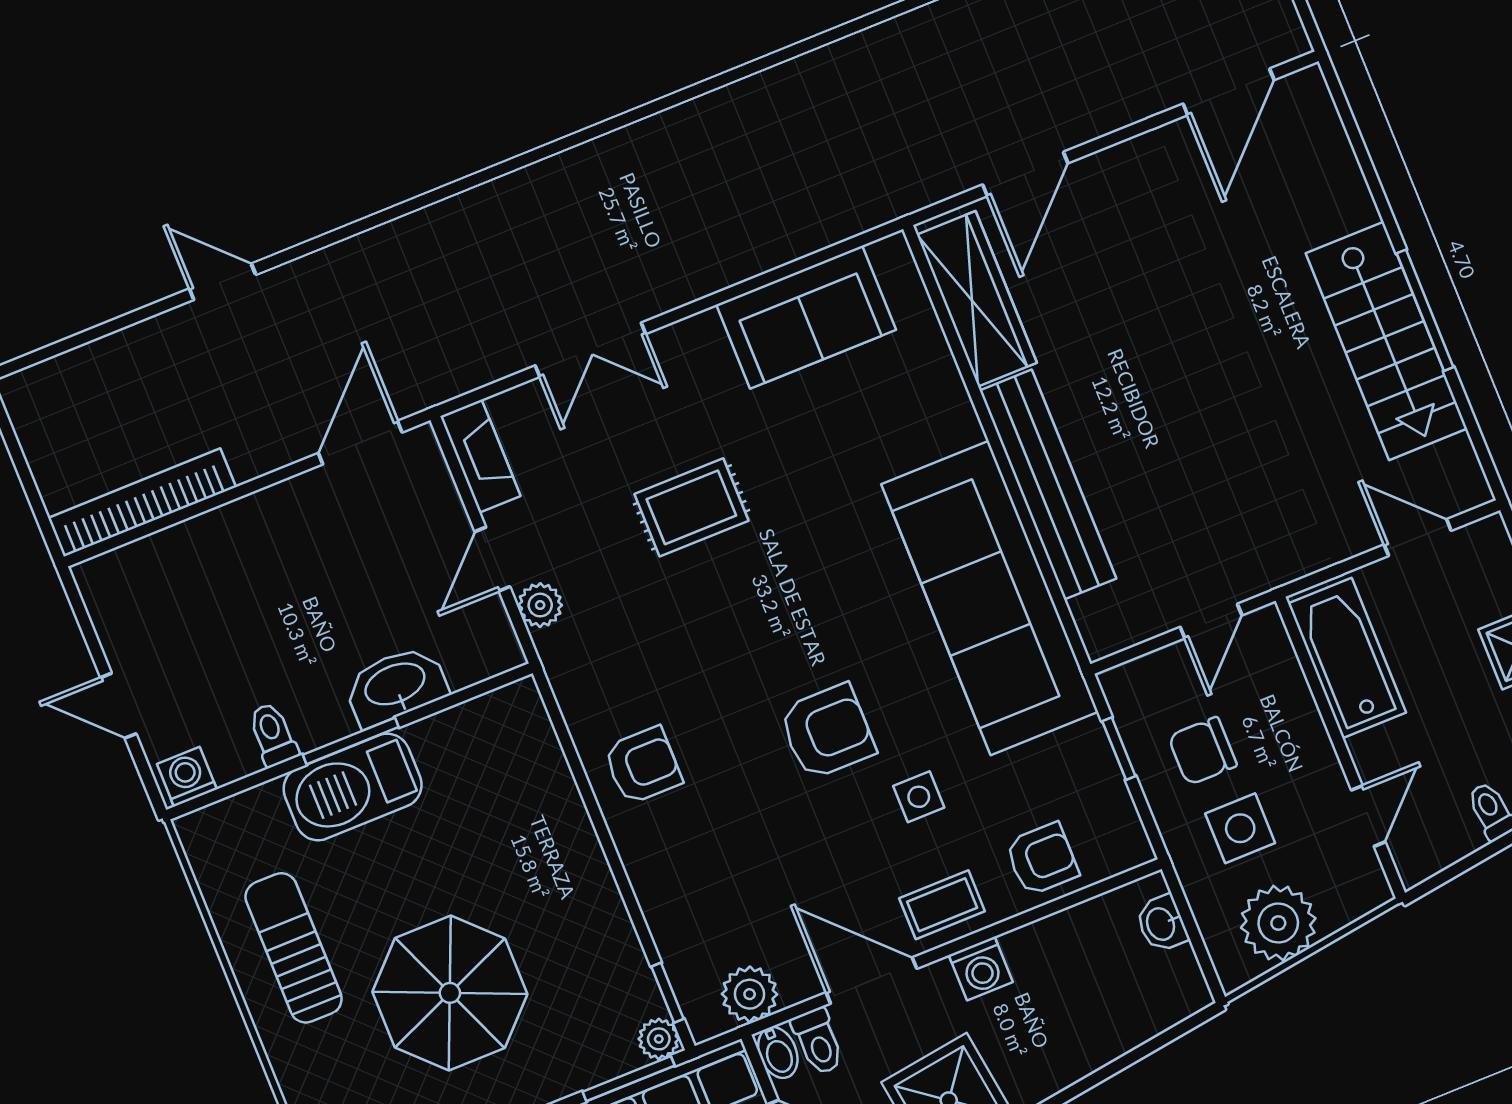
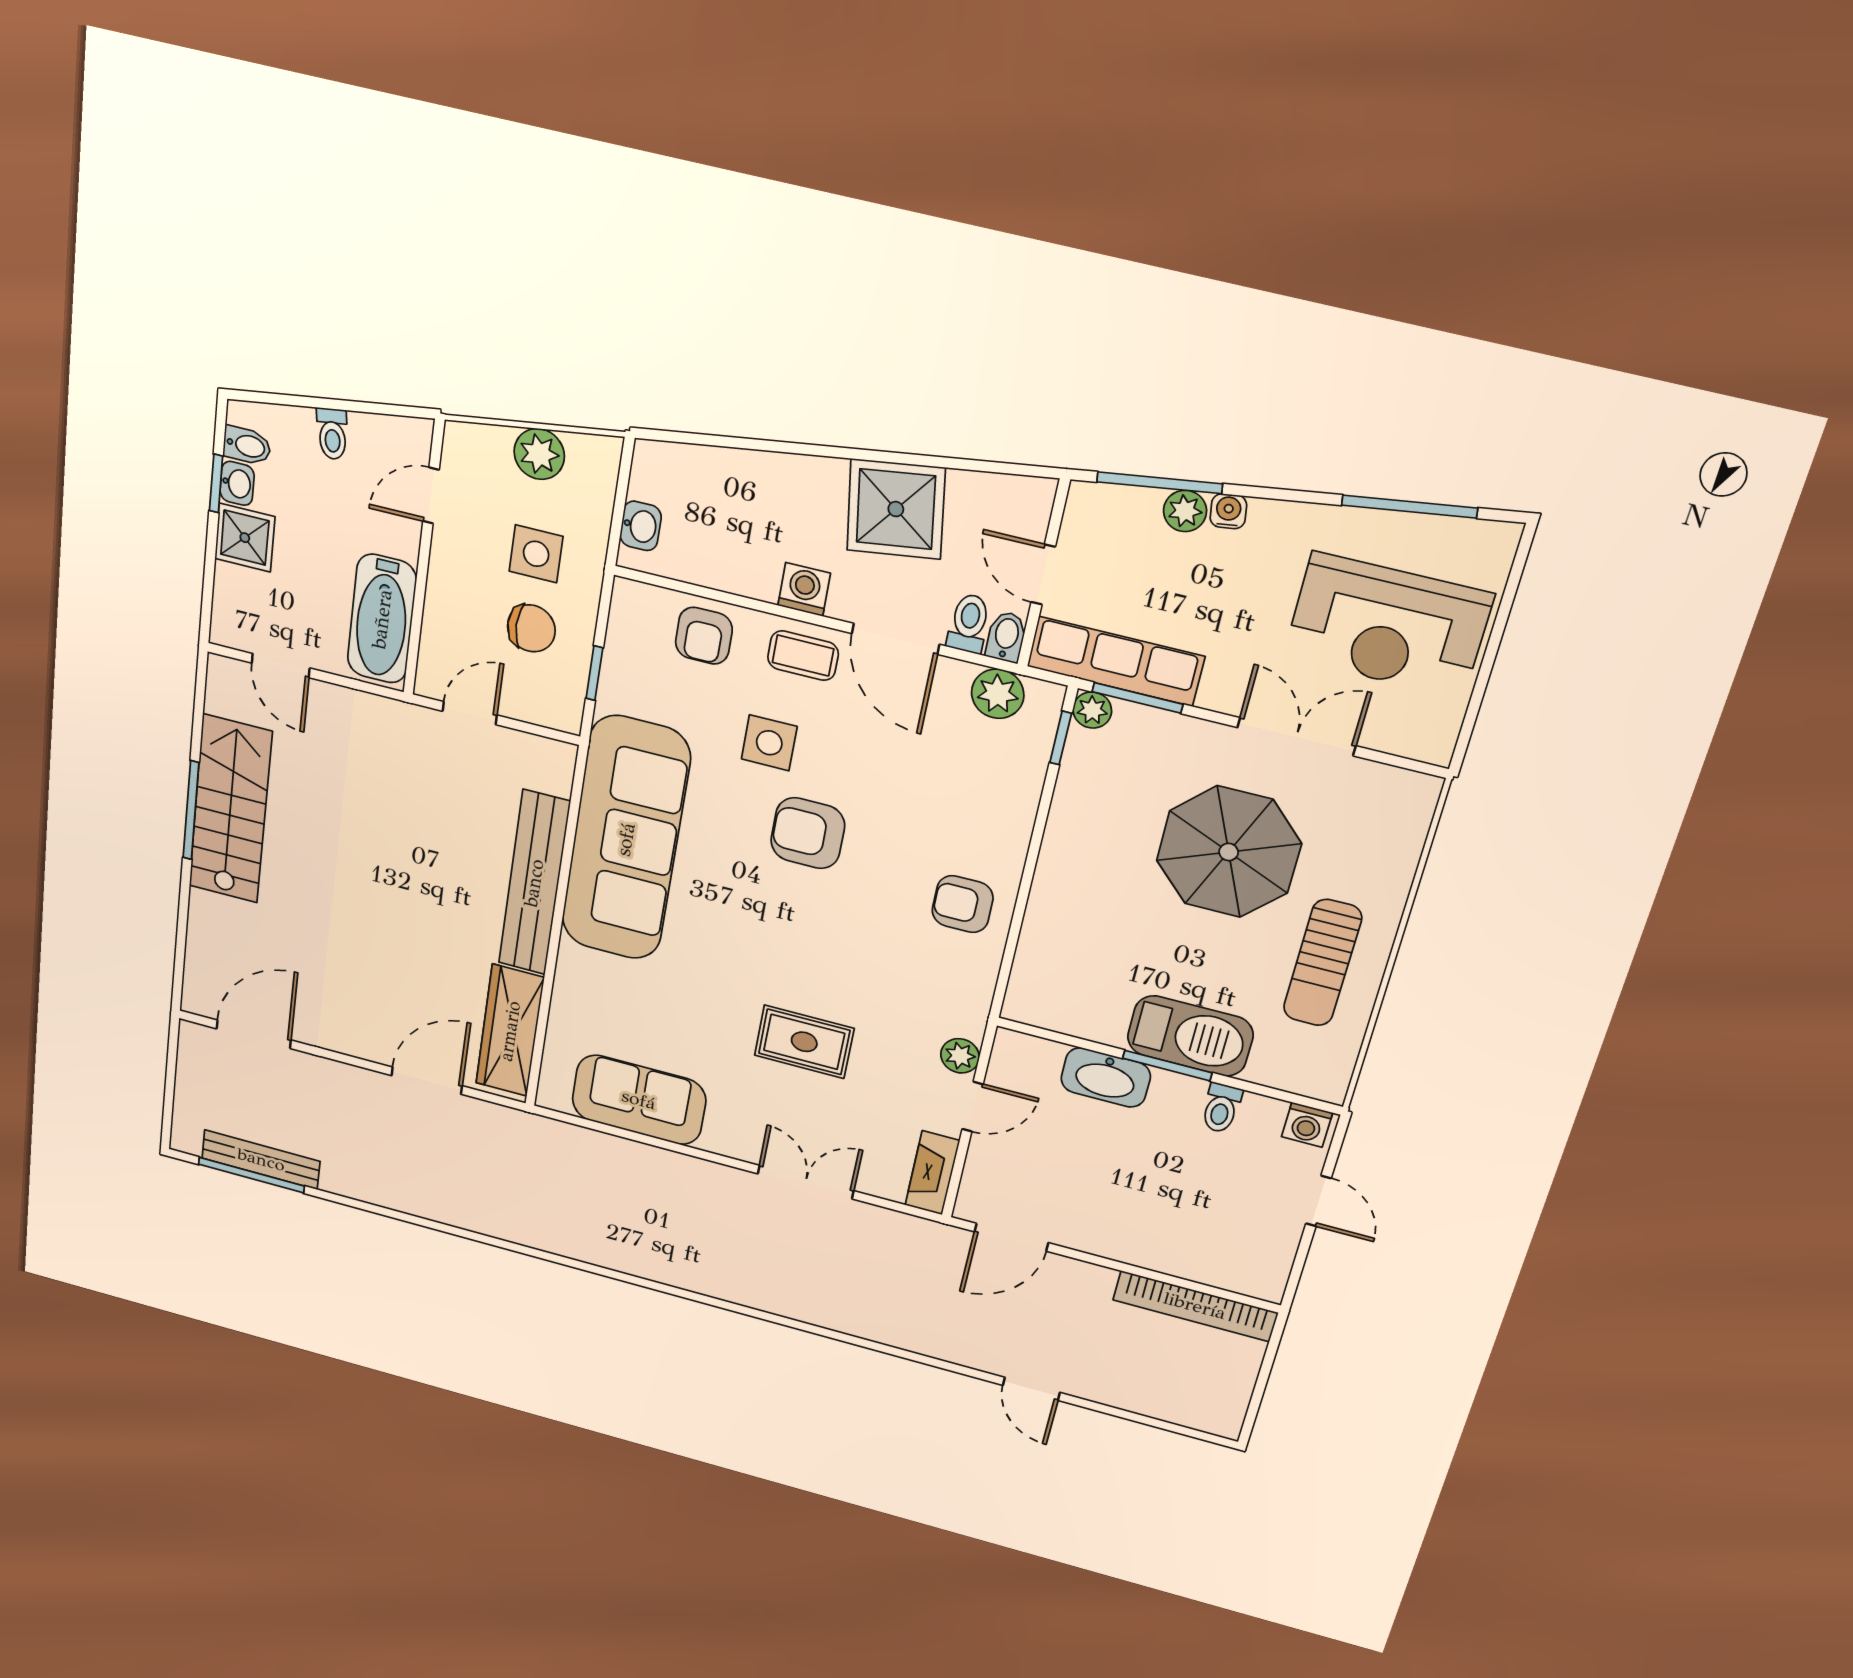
side table: (919, 797) -> (769, 743), width x1.37, depth x1.37
armchair: (1042, 859) -> (704, 636), turned -90
plant: (1278, 923) -> (539, 454), width x0.73, depth x0.73

